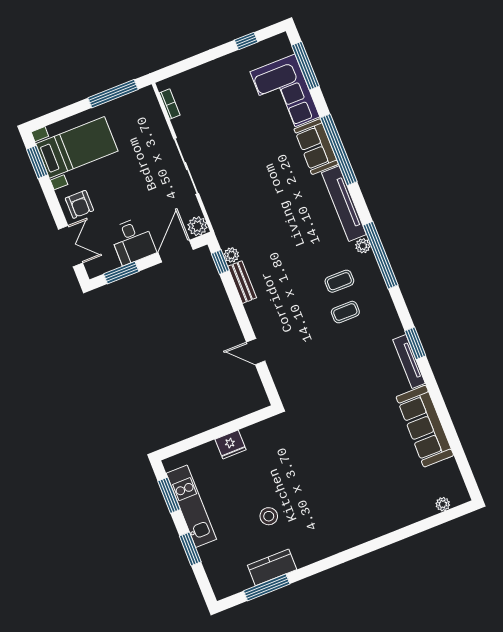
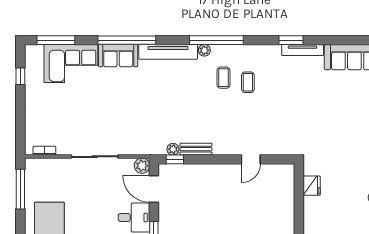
fridge: (231, 445) -> (312, 186), moved

